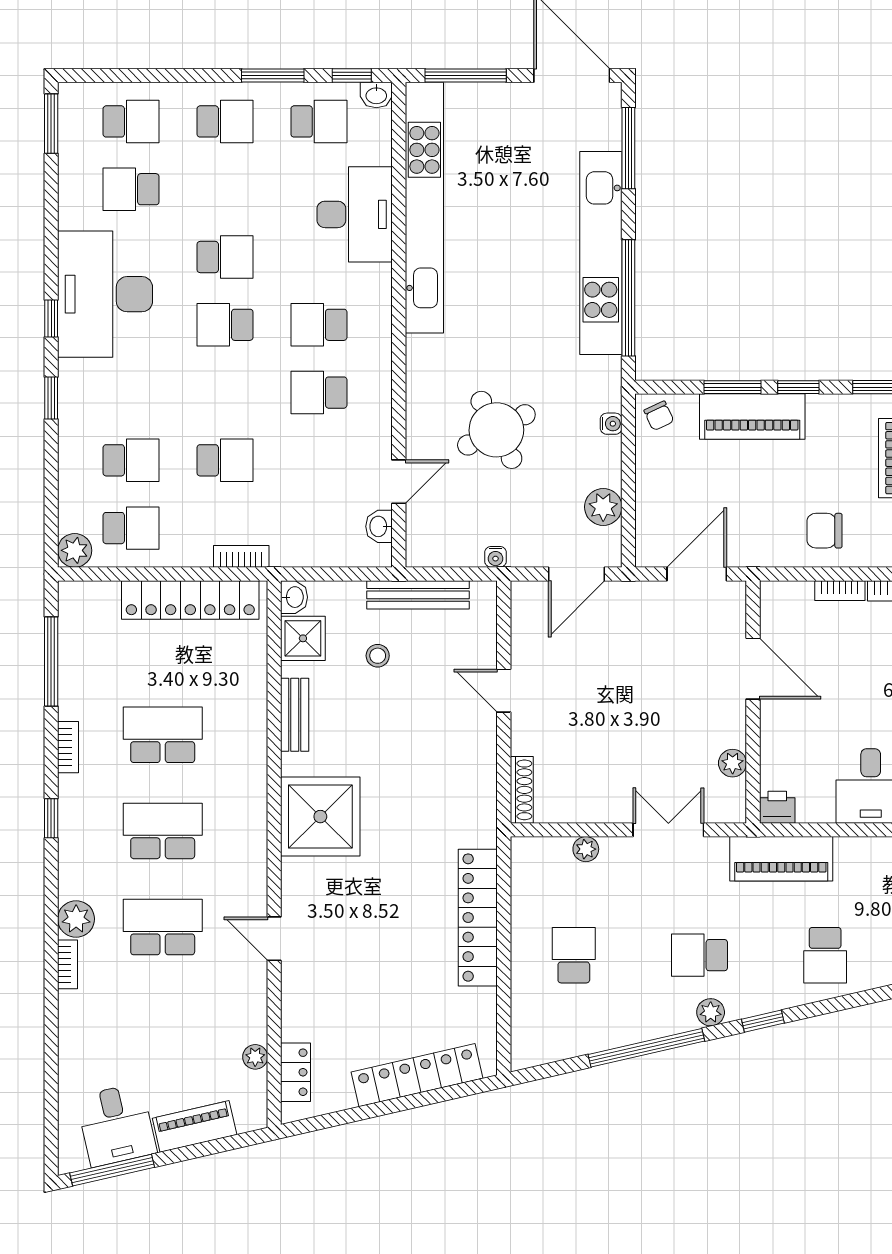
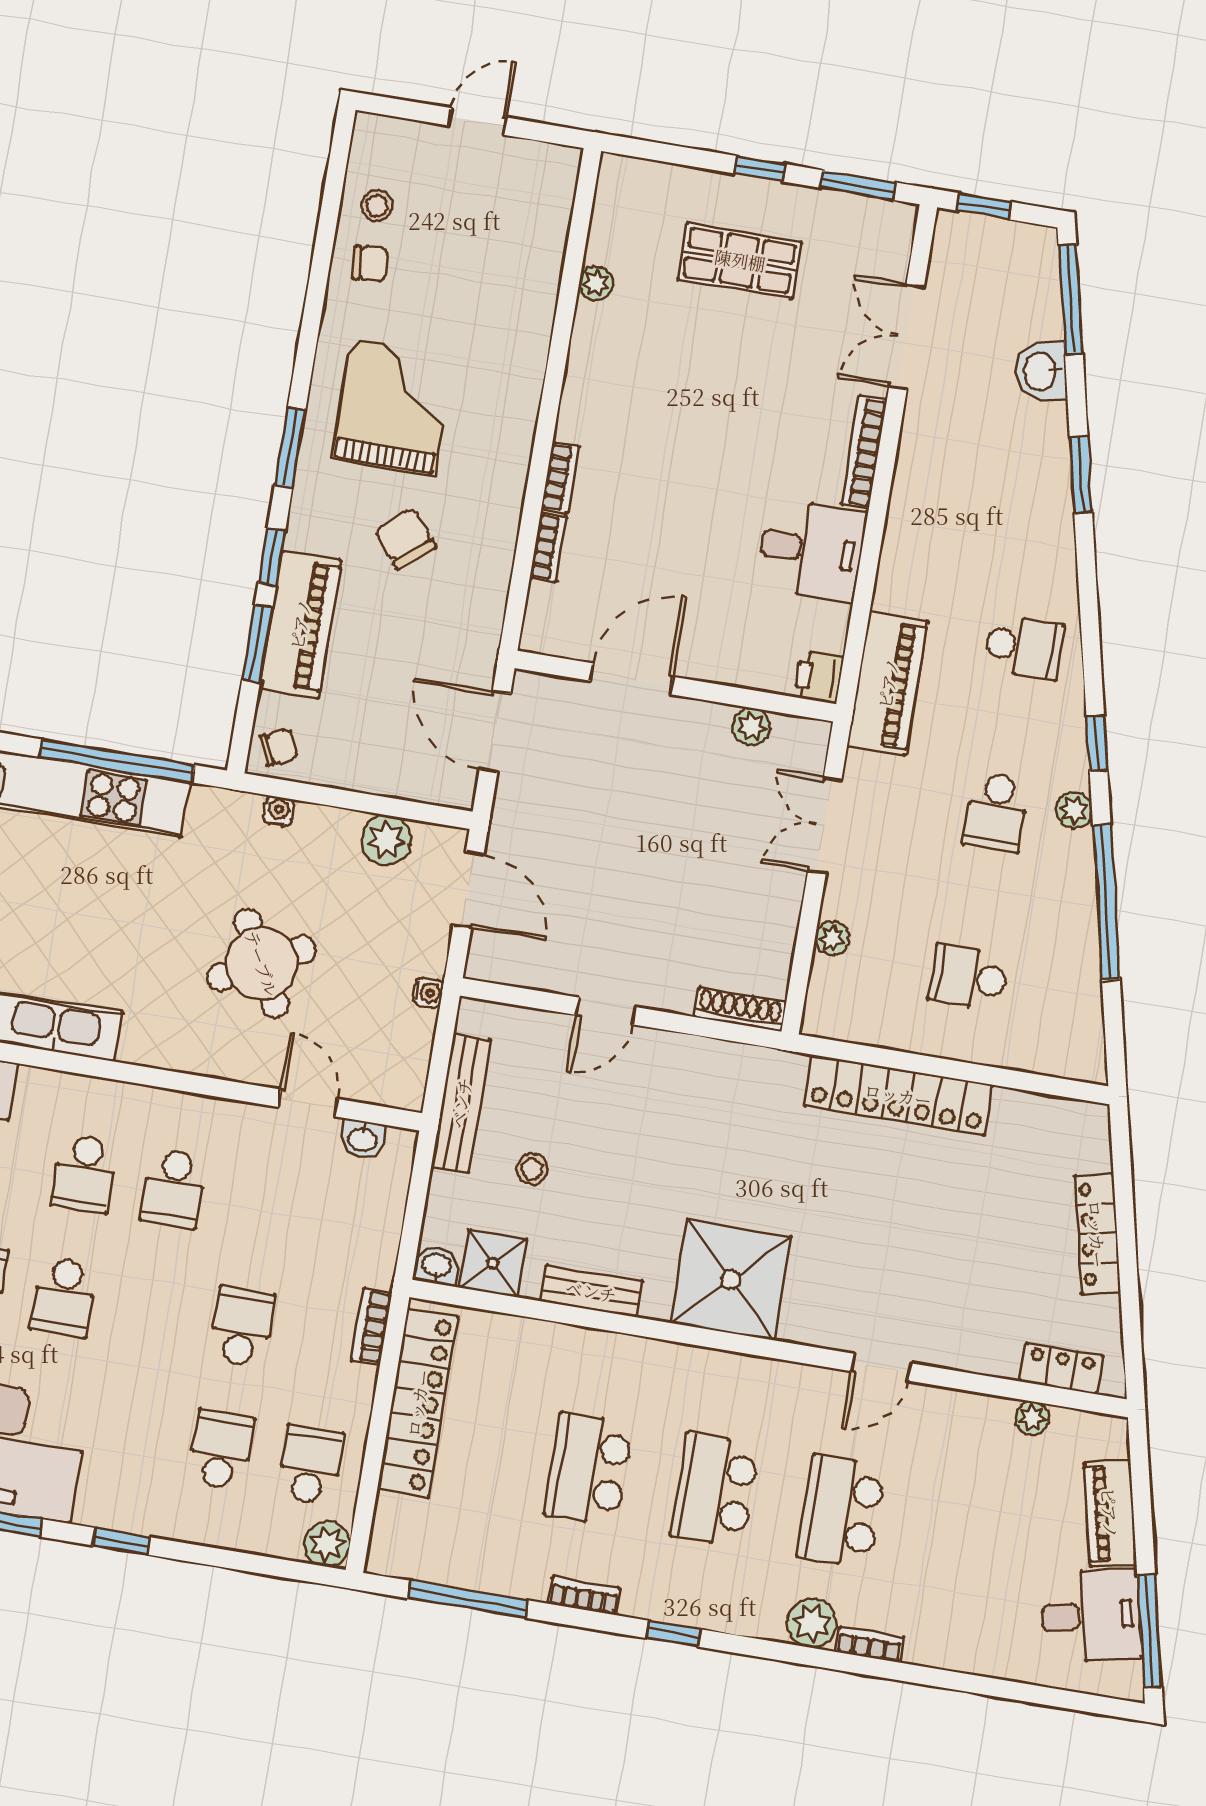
chair: (825, 531) -> (405, 538), moved, turned 140
locker: (417, 1075) -> (1097, 1234), width x0.71, depth x0.83

